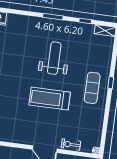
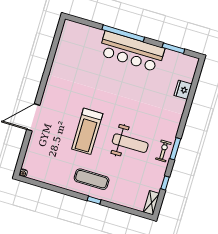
treadmill: (50, 99) -> (87, 131), turned 180
exercise bike: (71, 144) -> (163, 151), moved

